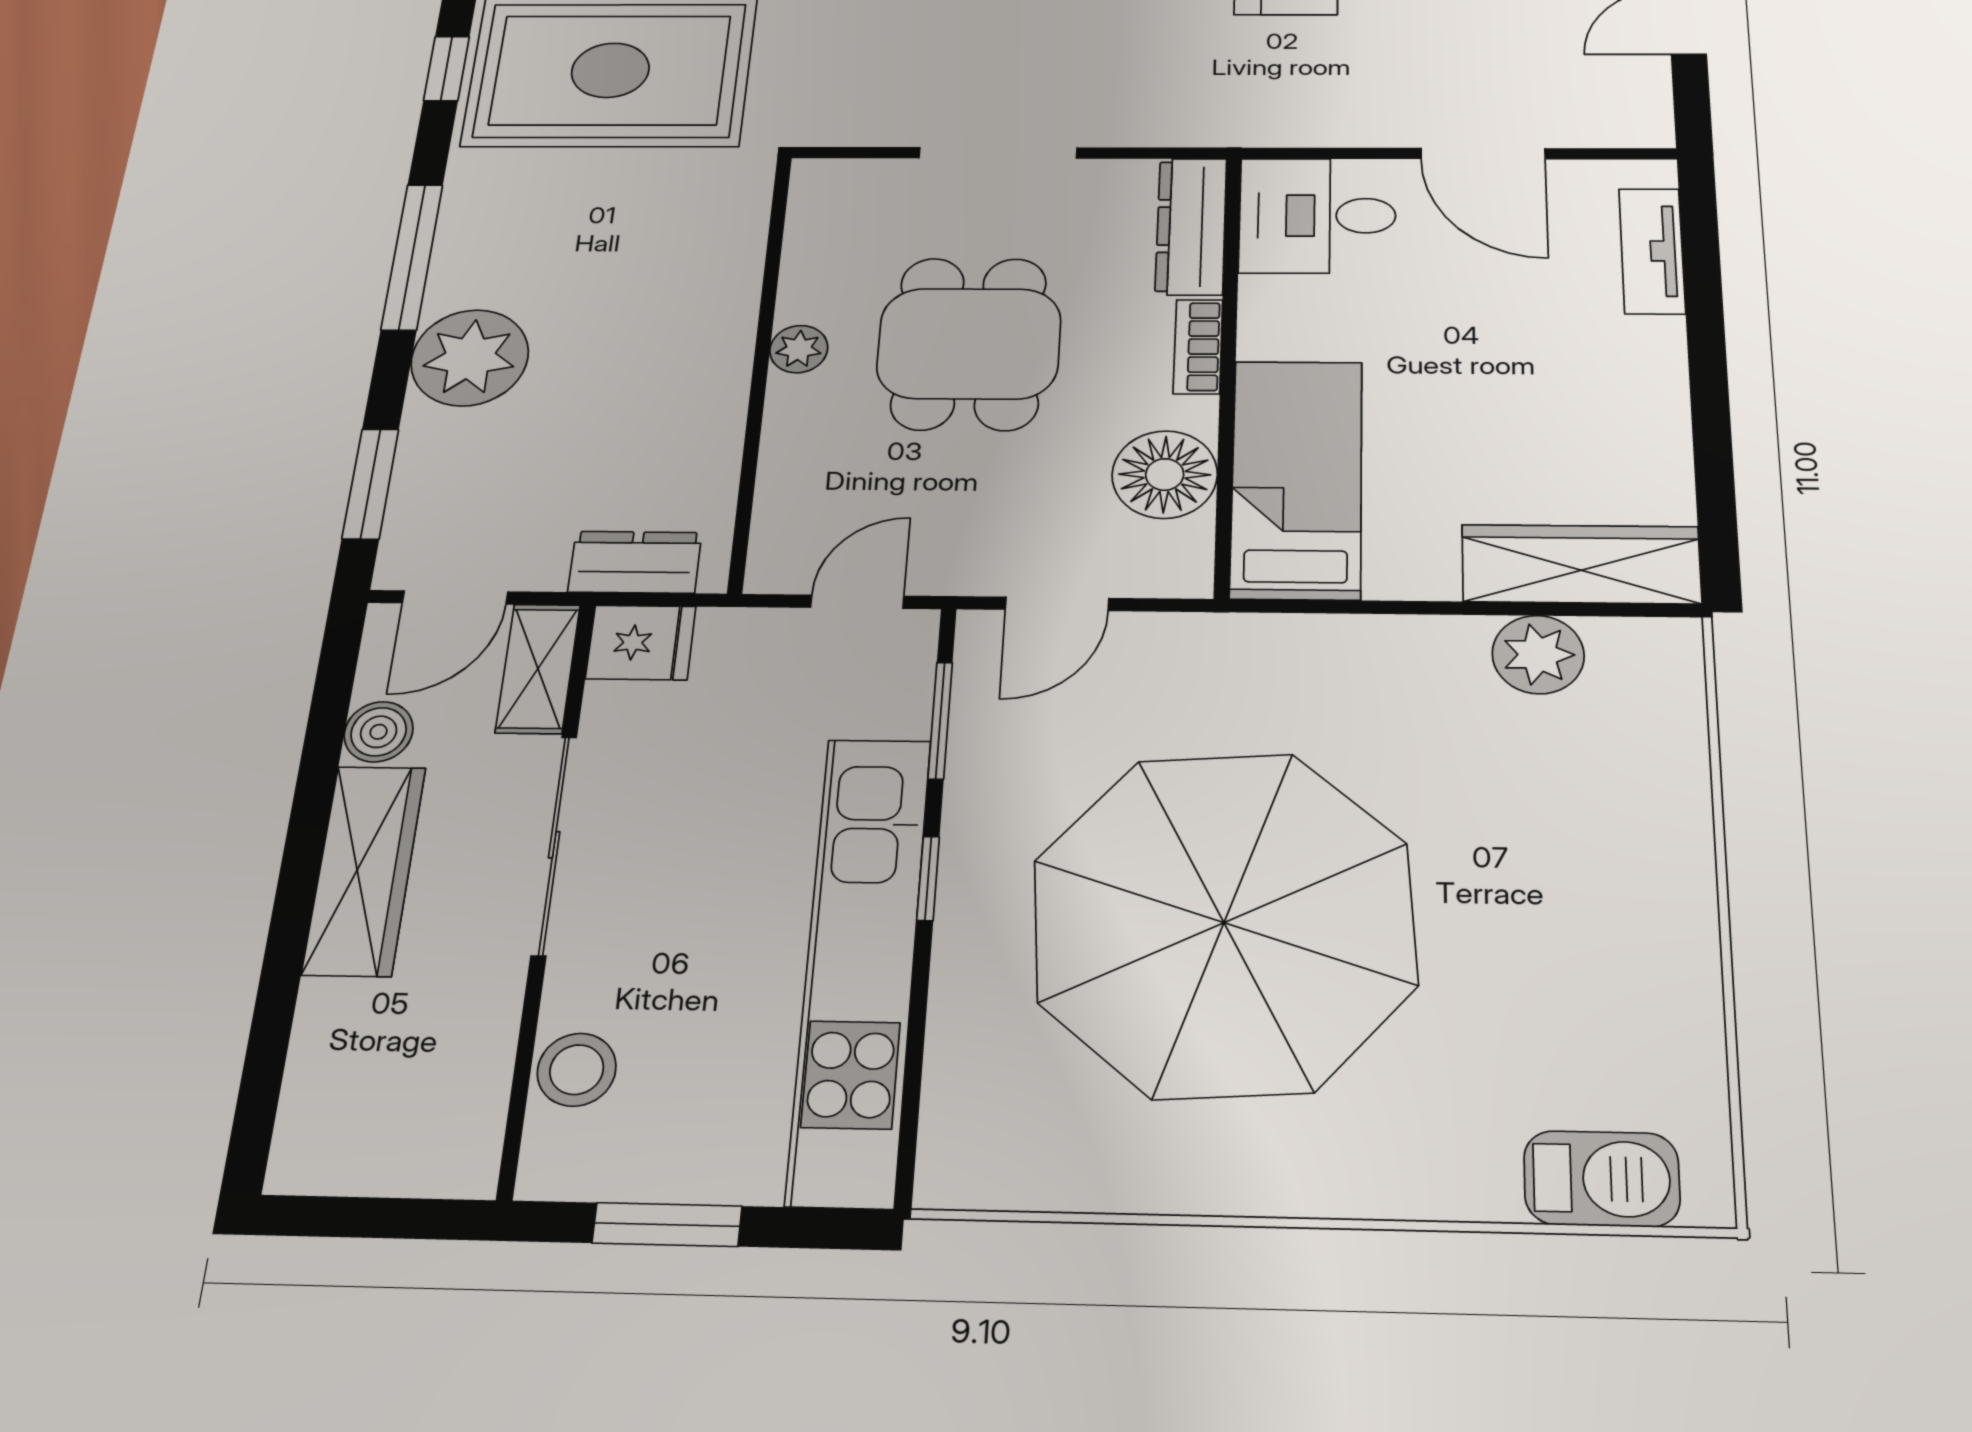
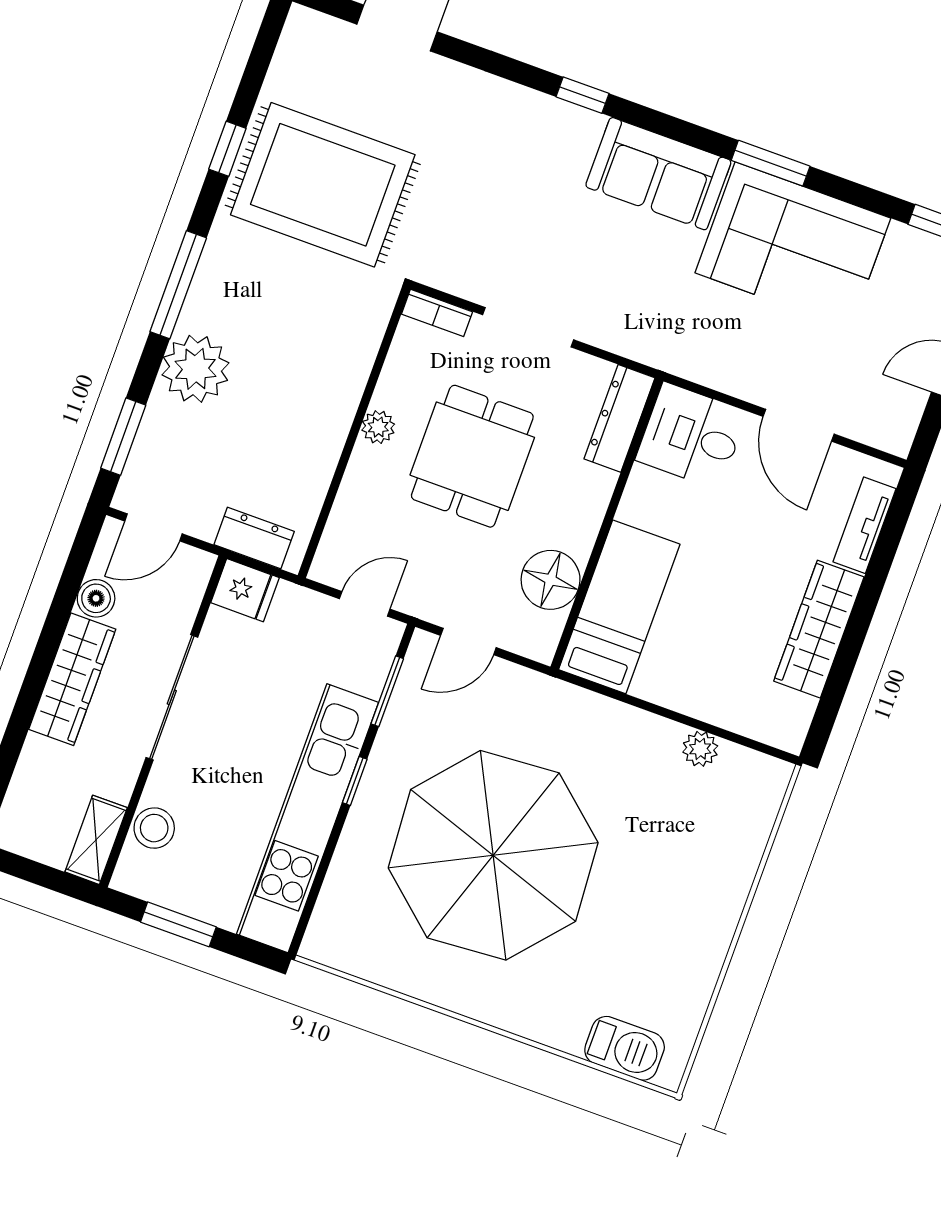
bookcase: (1198, 347) -> (437, 313), moved, turned -90
wardrobe: (1581, 564) -> (819, 629), moved, turned -90
plant: (1538, 655) -> (700, 749), width x0.73, depth x0.73
shelving: (538, 669) -> (96, 840), moved

